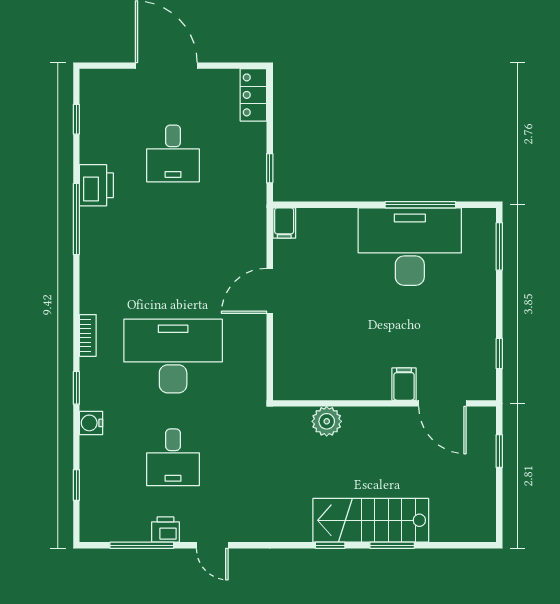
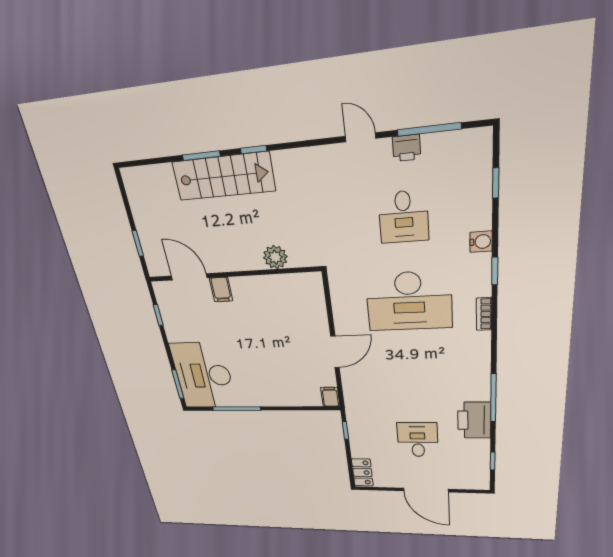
printer: (96, 185) -> (474, 420), width x1.37, depth x1.19
desk: (410, 247) -> (203, 376), moved, turned 90
desk: (173, 457) -> (404, 217), turned 180

